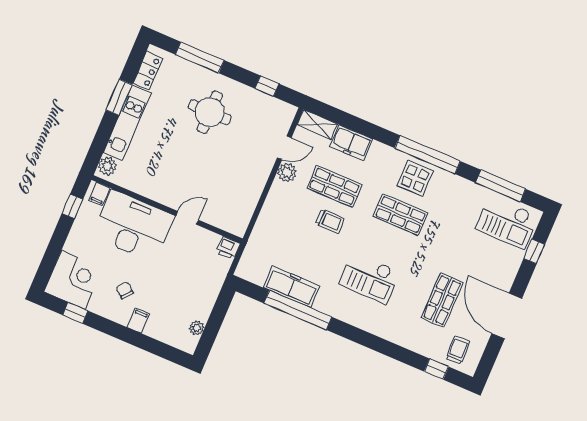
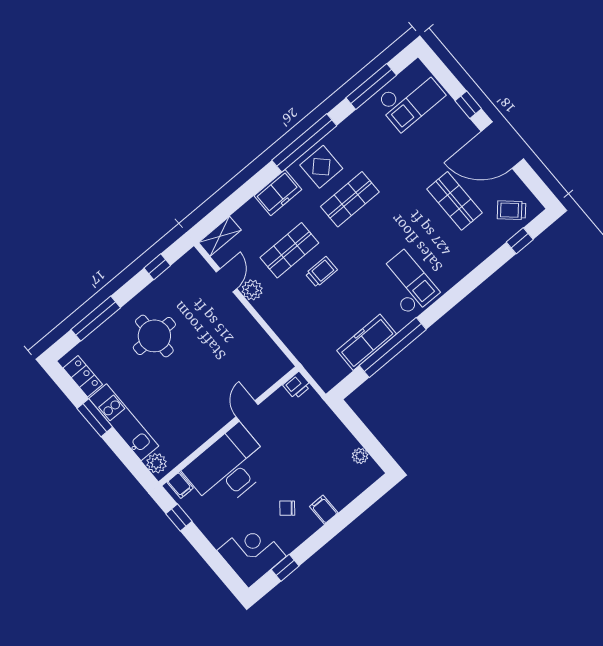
freezer: (351, 143) -> (278, 193), moved
window: (534, 251) -> (468, 105), moved
checkout: (369, 278) -> (407, 283), moved, turned -90
trolley: (458, 350) -> (511, 210), turned -46

